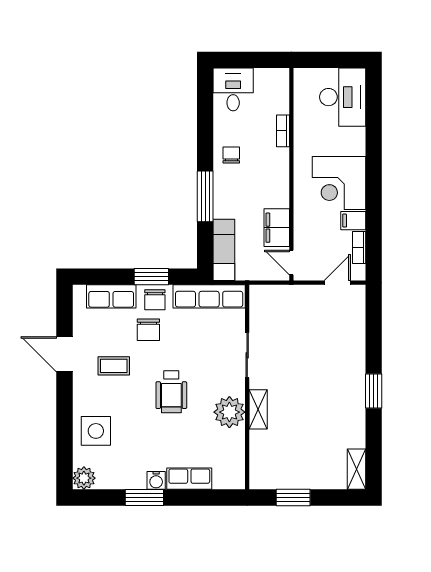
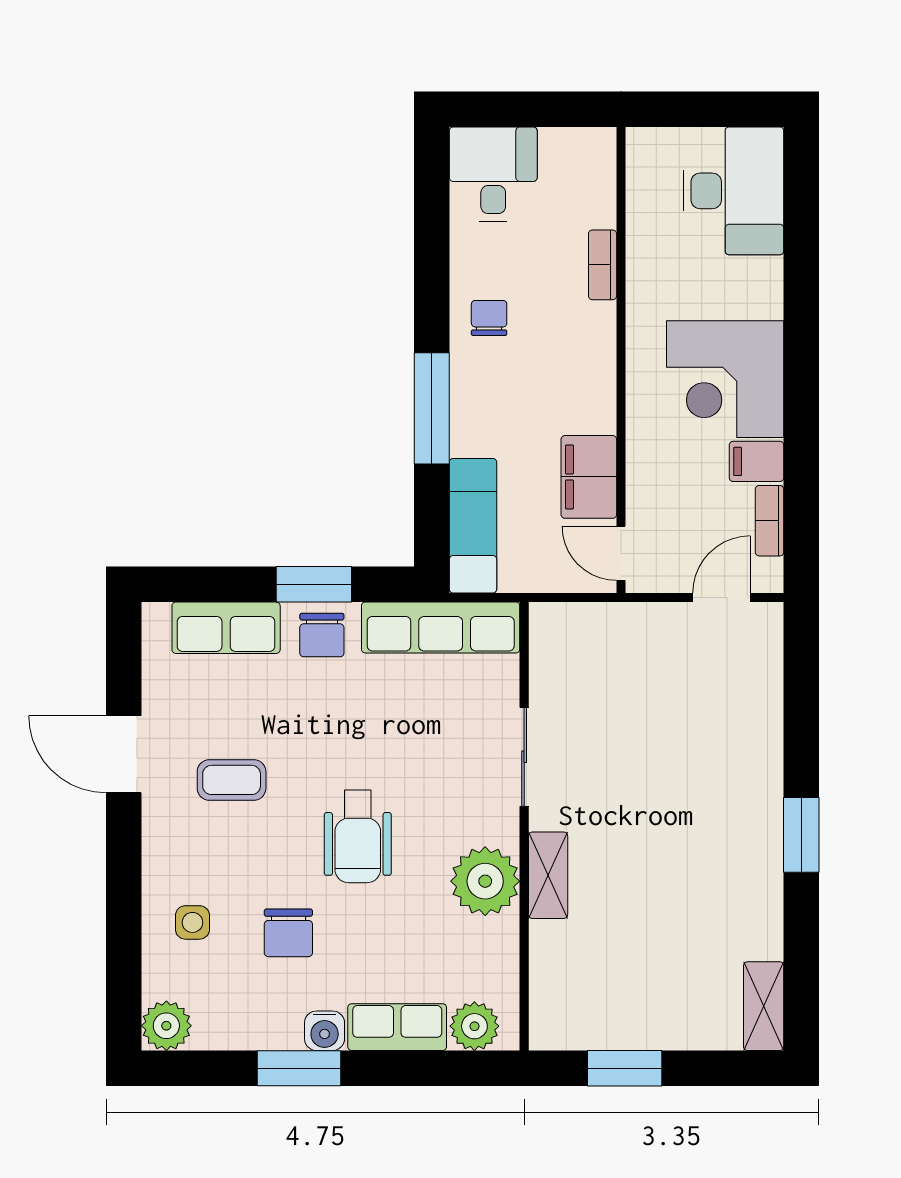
chair: (148, 330) -> (288, 933), moved
side table: (96, 431) -> (192, 922), width x0.54, depth x0.54
plant: (225, 478) -> (474, 1026), added

